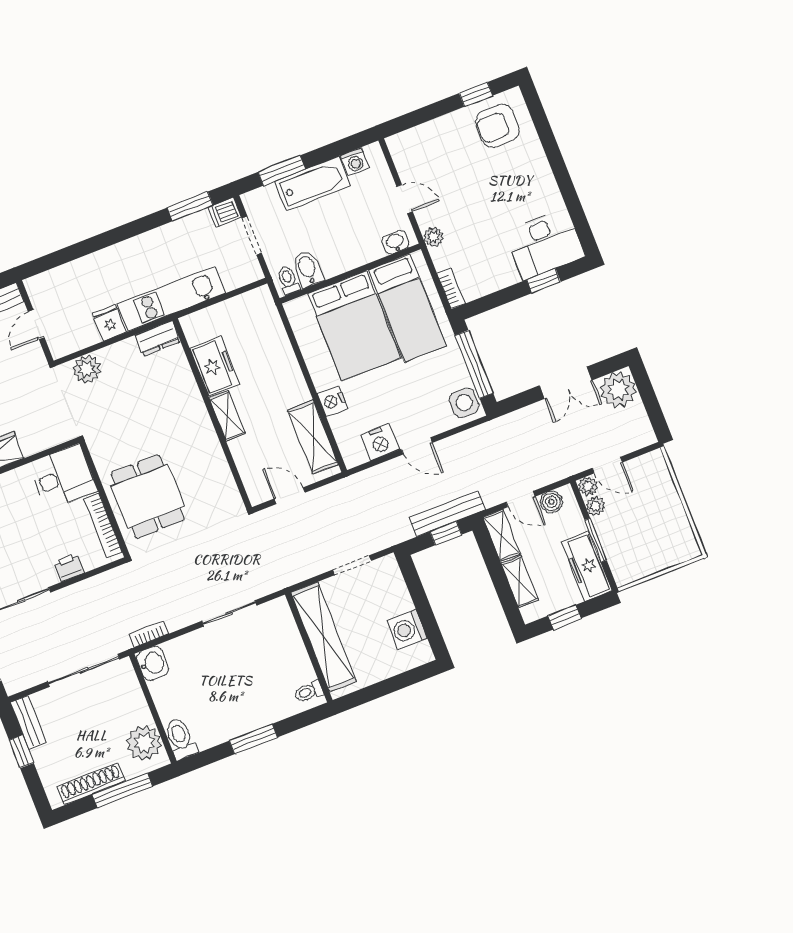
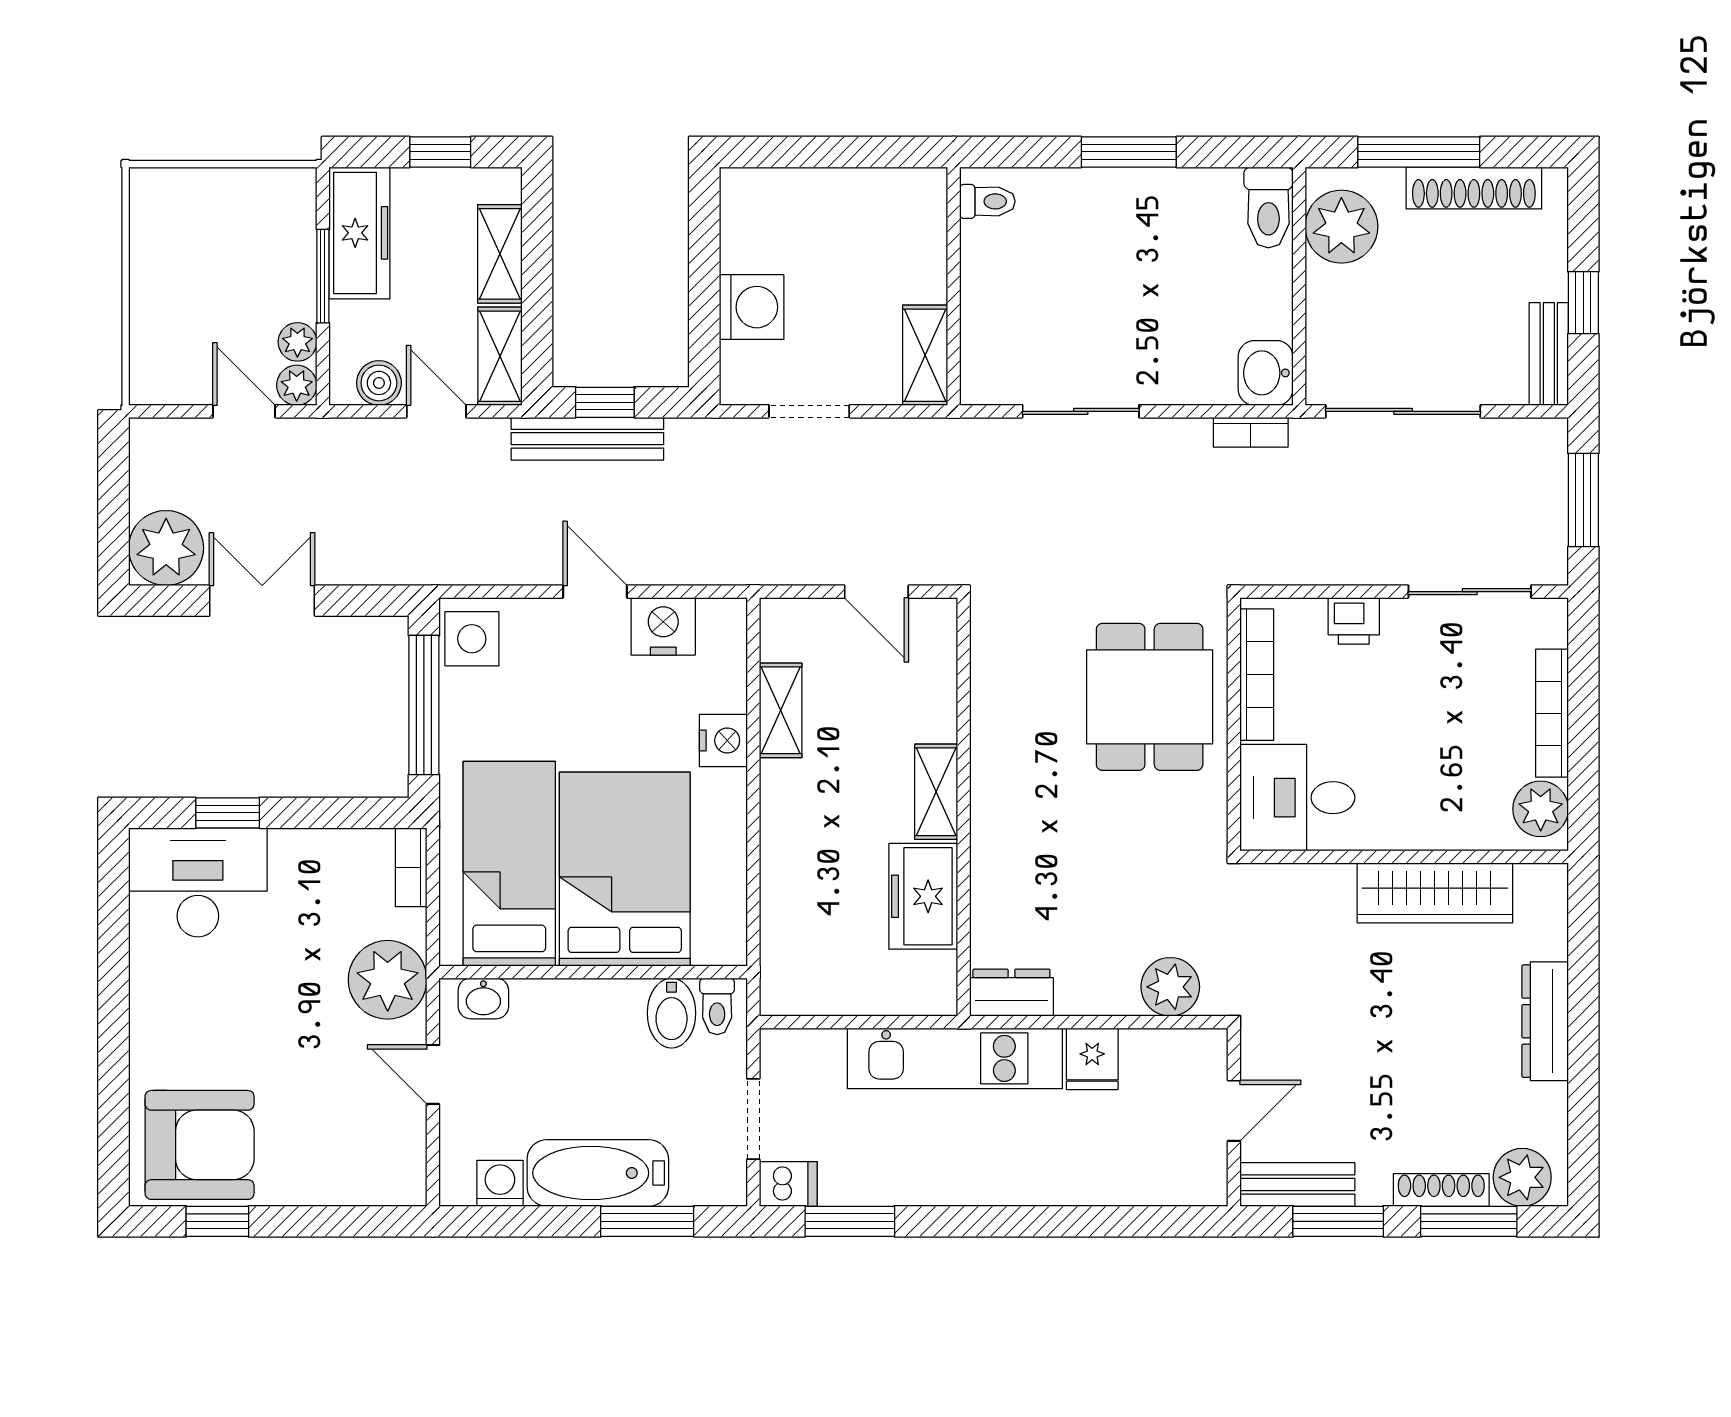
armchair: (497, 126) -> (200, 1145), width x1.36, depth x1.36
plant: (433, 237) -> (388, 980), width x1.88, depth x1.88
shelving: (313, 437) -> (781, 710), width x0.67, depth x0.75
washing machine: (407, 629) -> (752, 307), moved
shelving: (324, 637) -> (925, 355), width x0.45, depth x0.75

